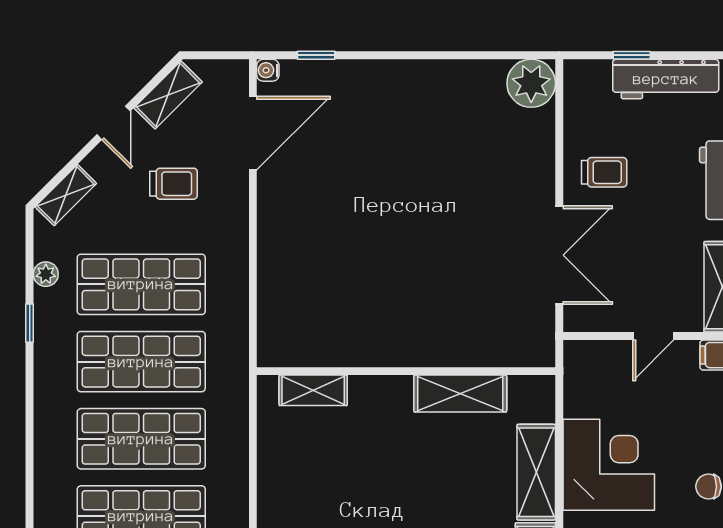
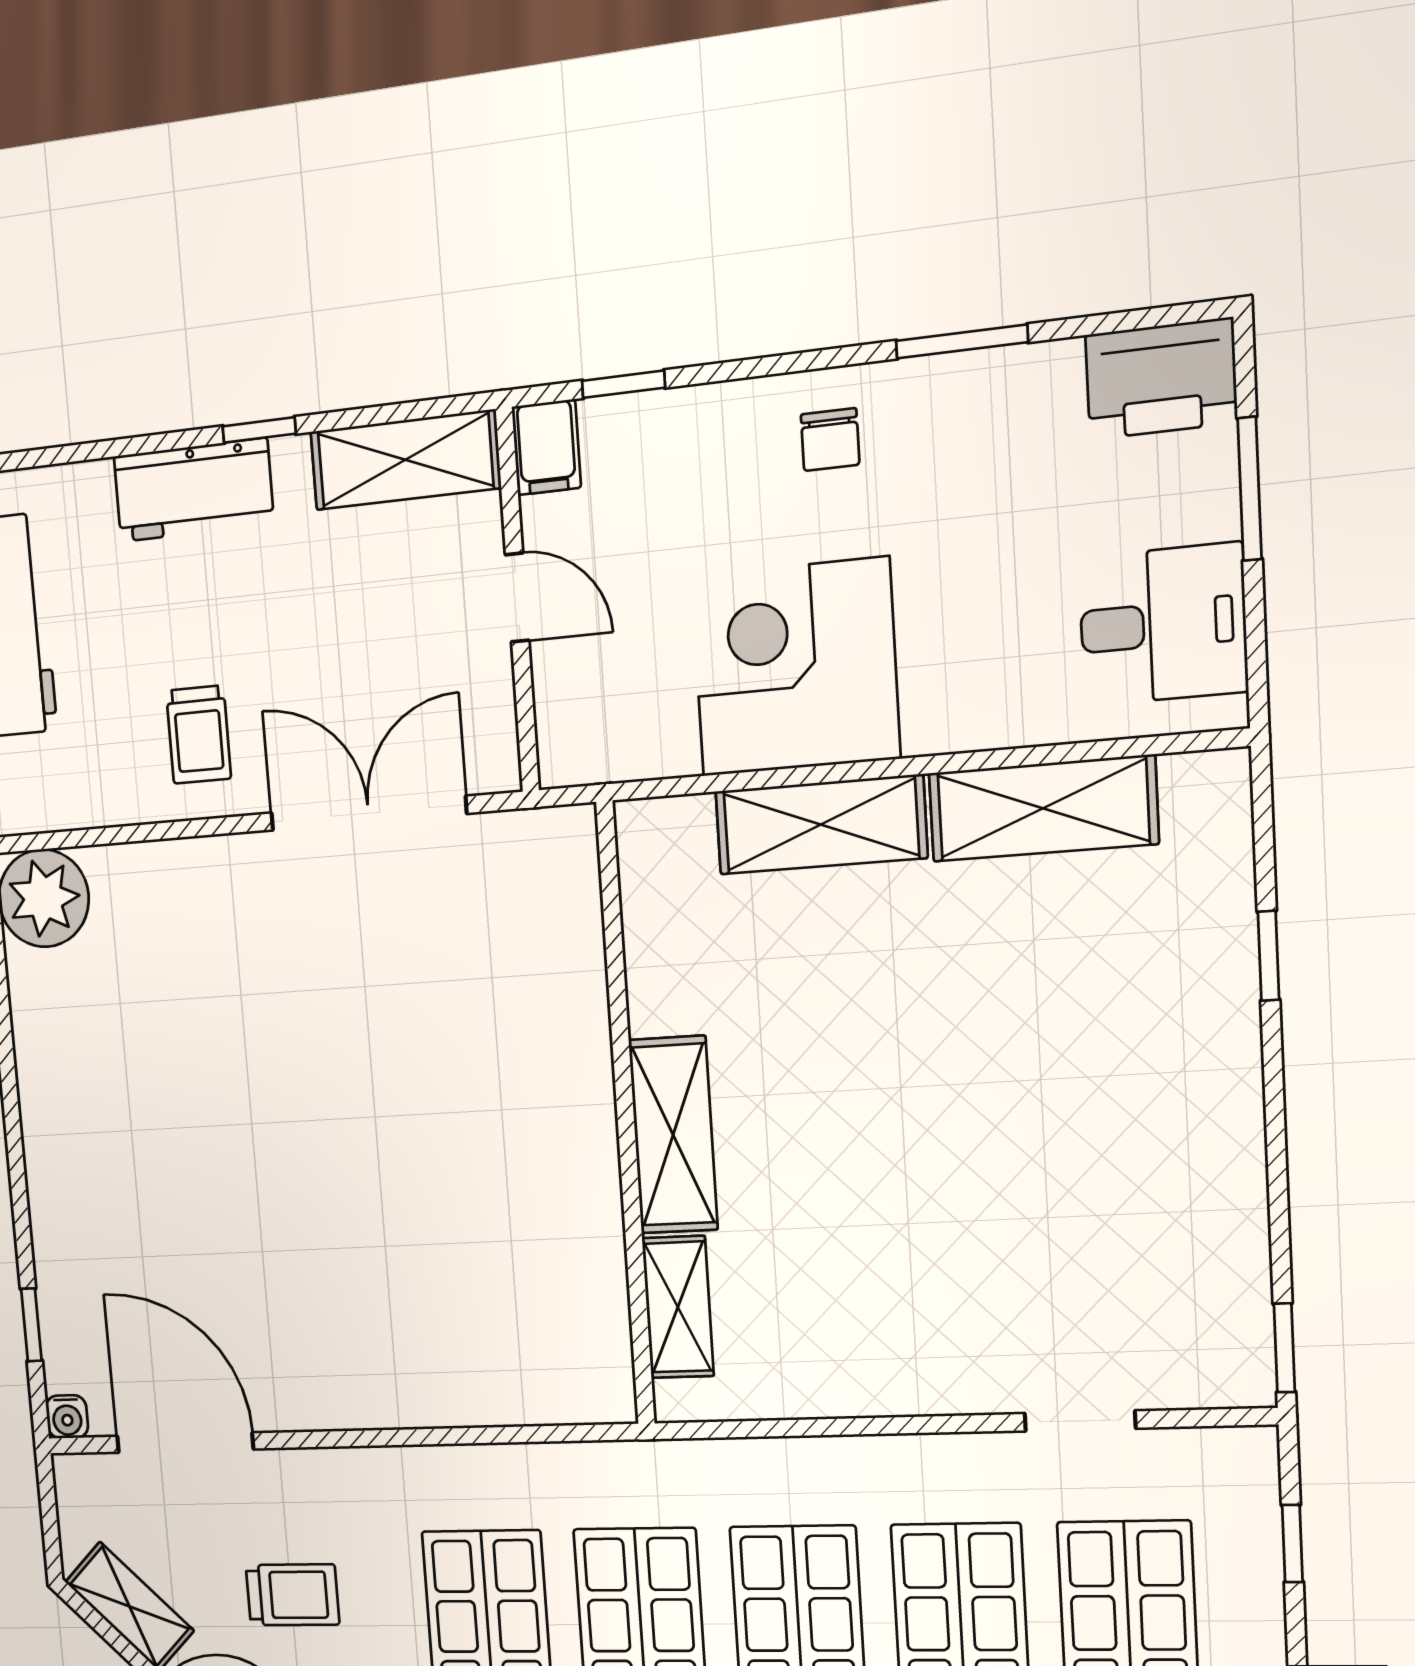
trolley: (604, 172) -> (199, 735), turned 180
trolley: (173, 184) -> (292, 1595), turned 90
shelving: (460, 394) -> (673, 1135), moved

